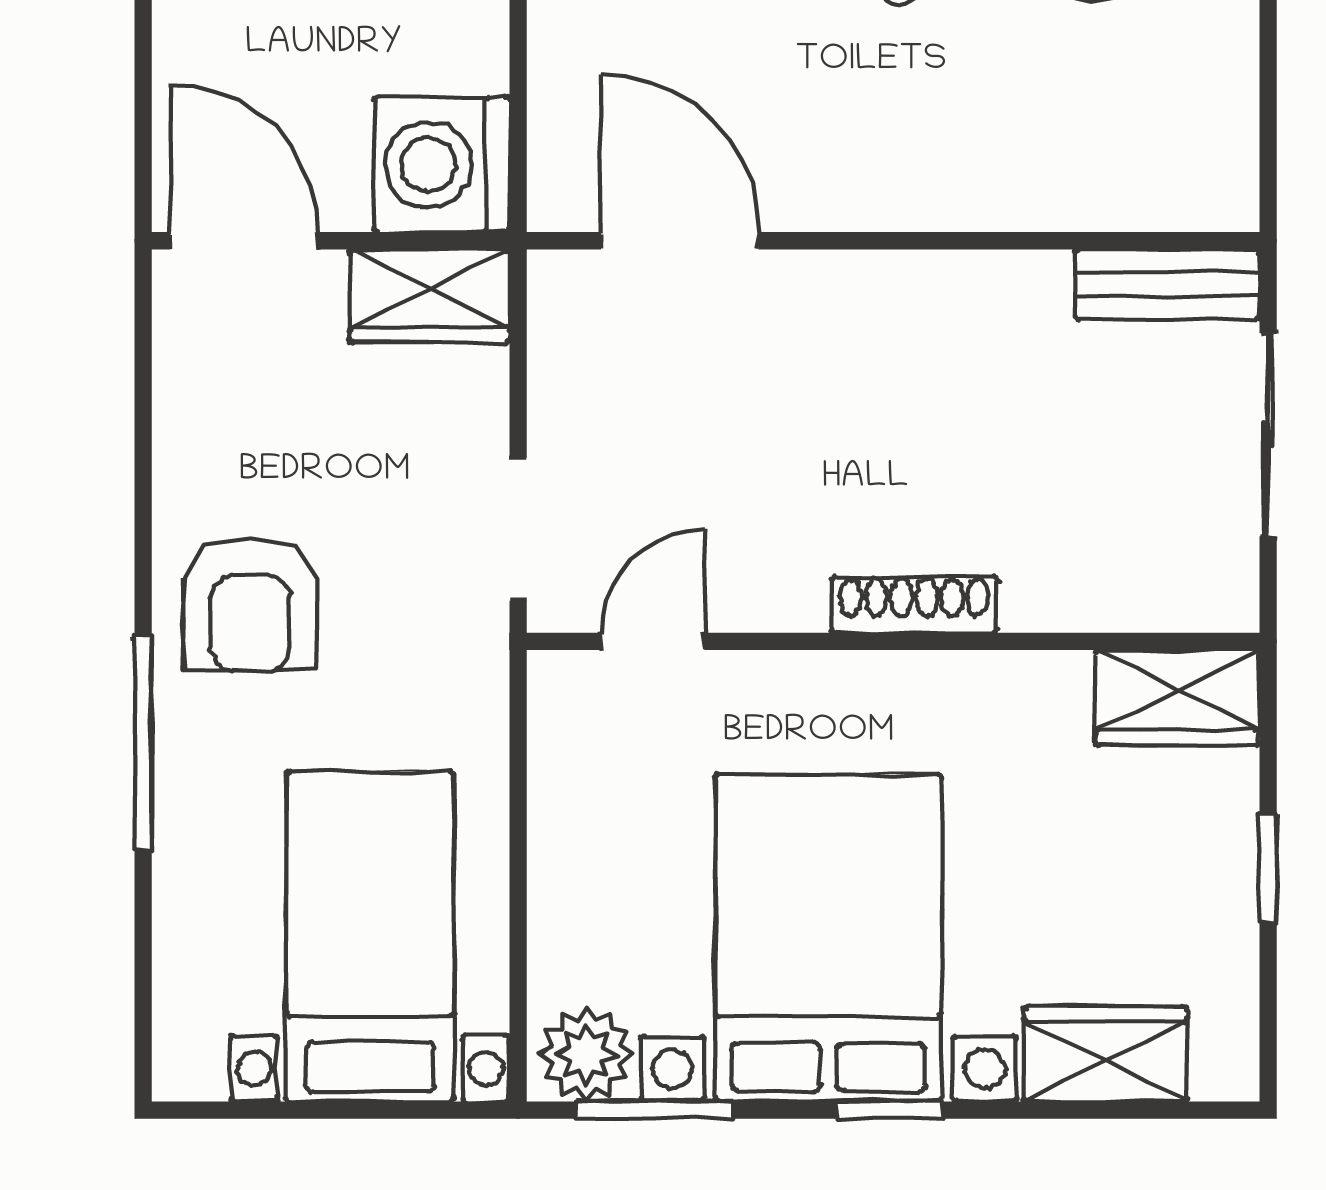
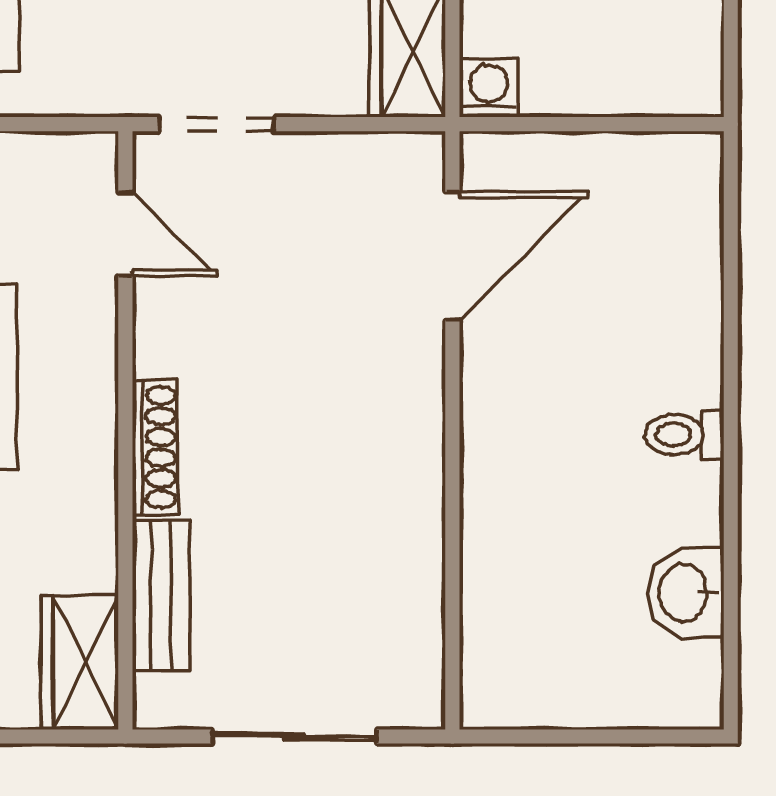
washing machine: (442, 165) -> (489, 88), width x0.53, depth x0.53
bench: (1167, 284) -> (161, 596), moved

